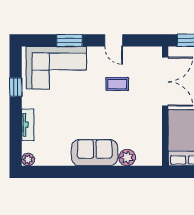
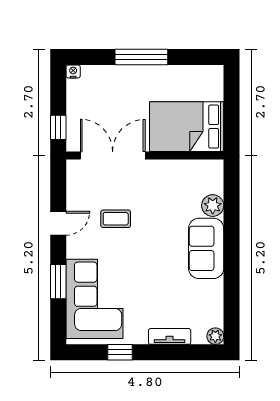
coffee table: (117, 84) -> (116, 219), turned 90

